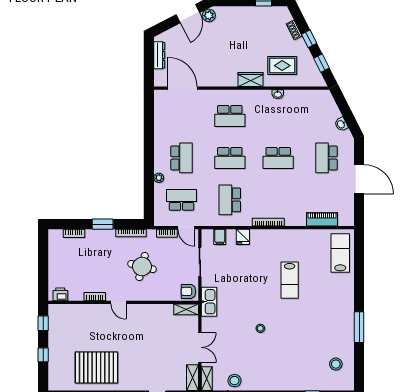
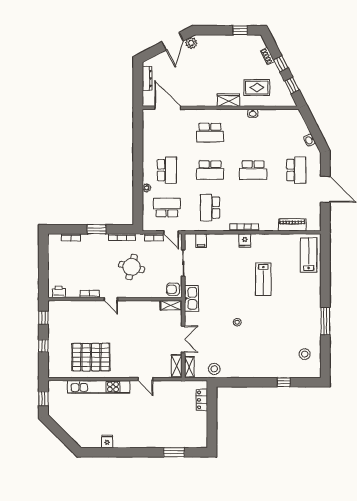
school desk: (326, 158) -> (296, 170), turned 180
fridge: (243, 237) -> (245, 241), moved

